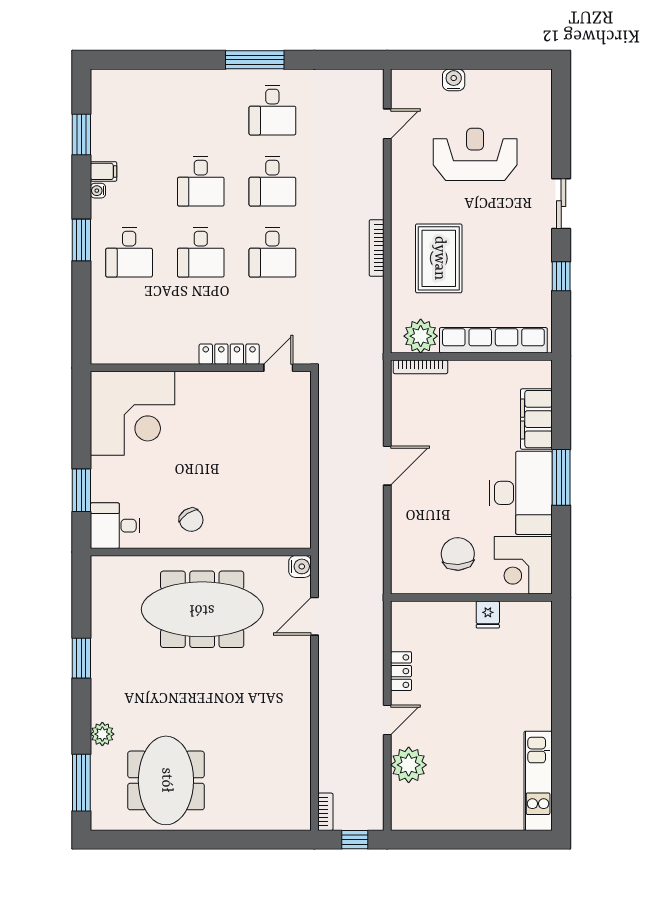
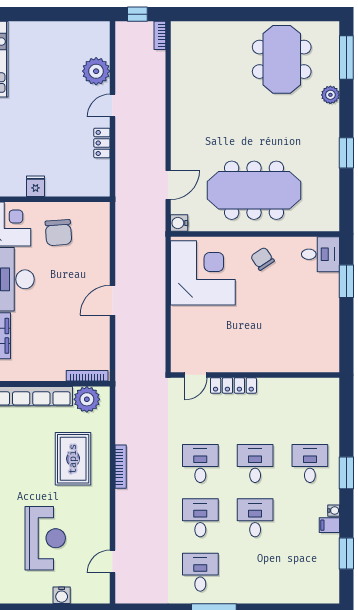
reception desk: (475, 154) -> (45, 538), turned -90
corner desk: (133, 413) -> (203, 273), moved, turned 90

